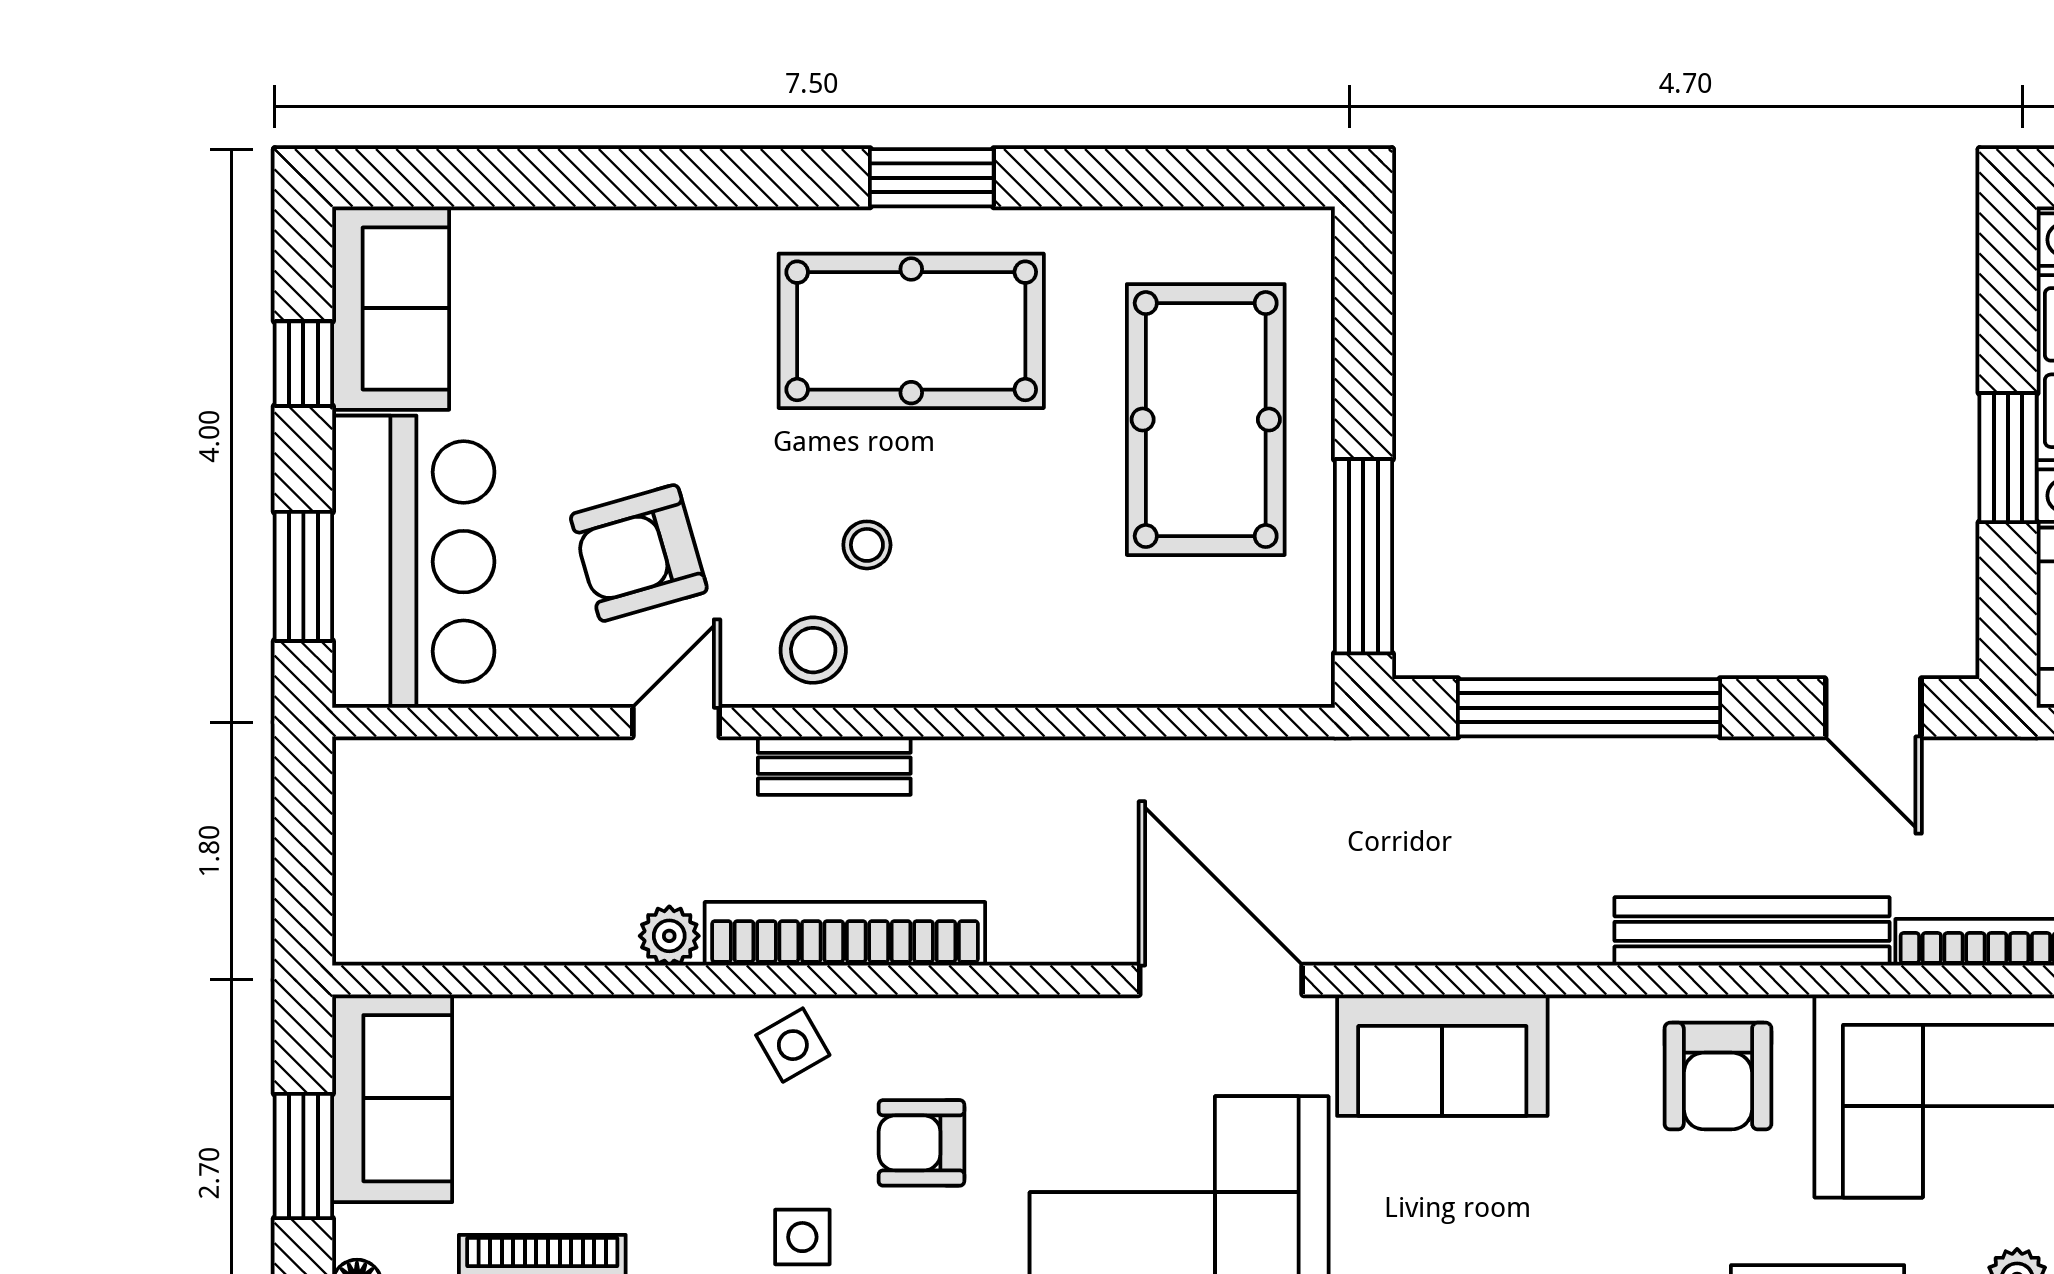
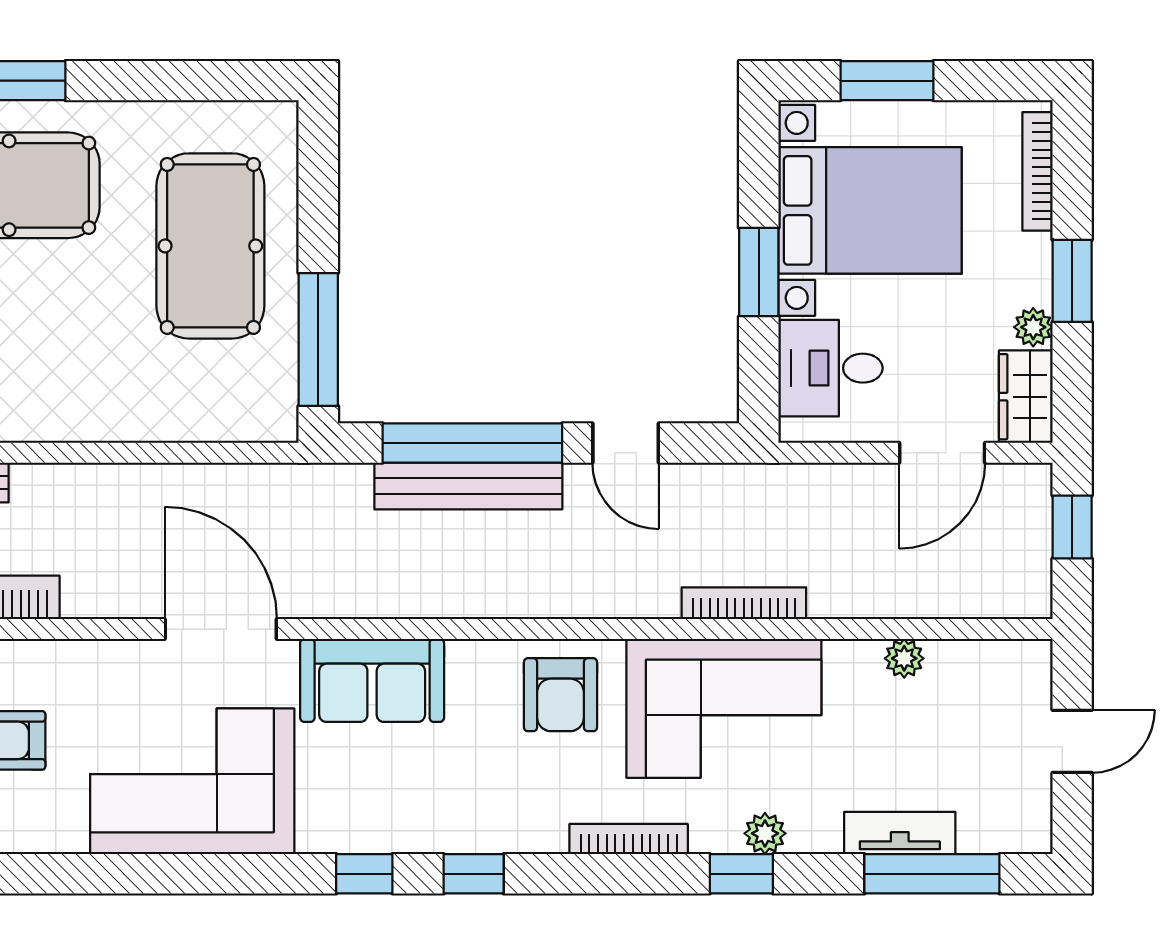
door: (1873, 708) -> (626, 443), moved
bench: (1752, 931) -> (468, 486), moved

